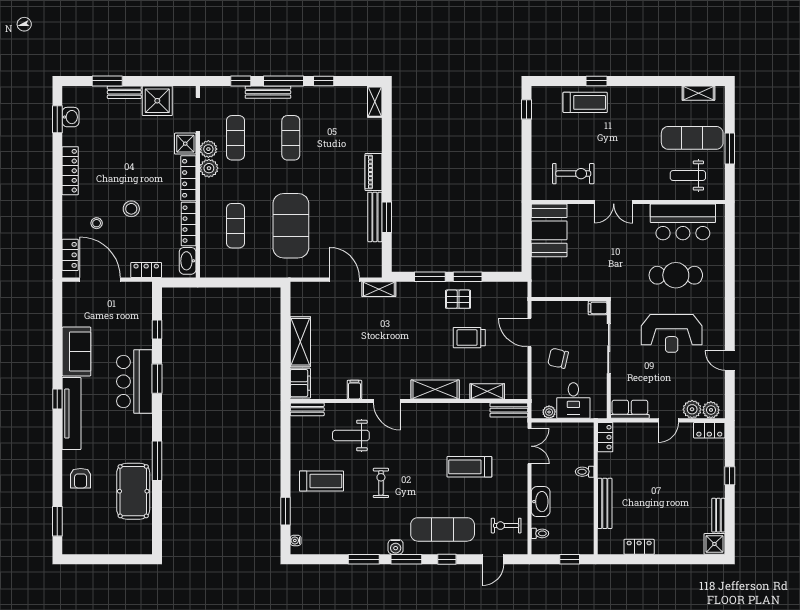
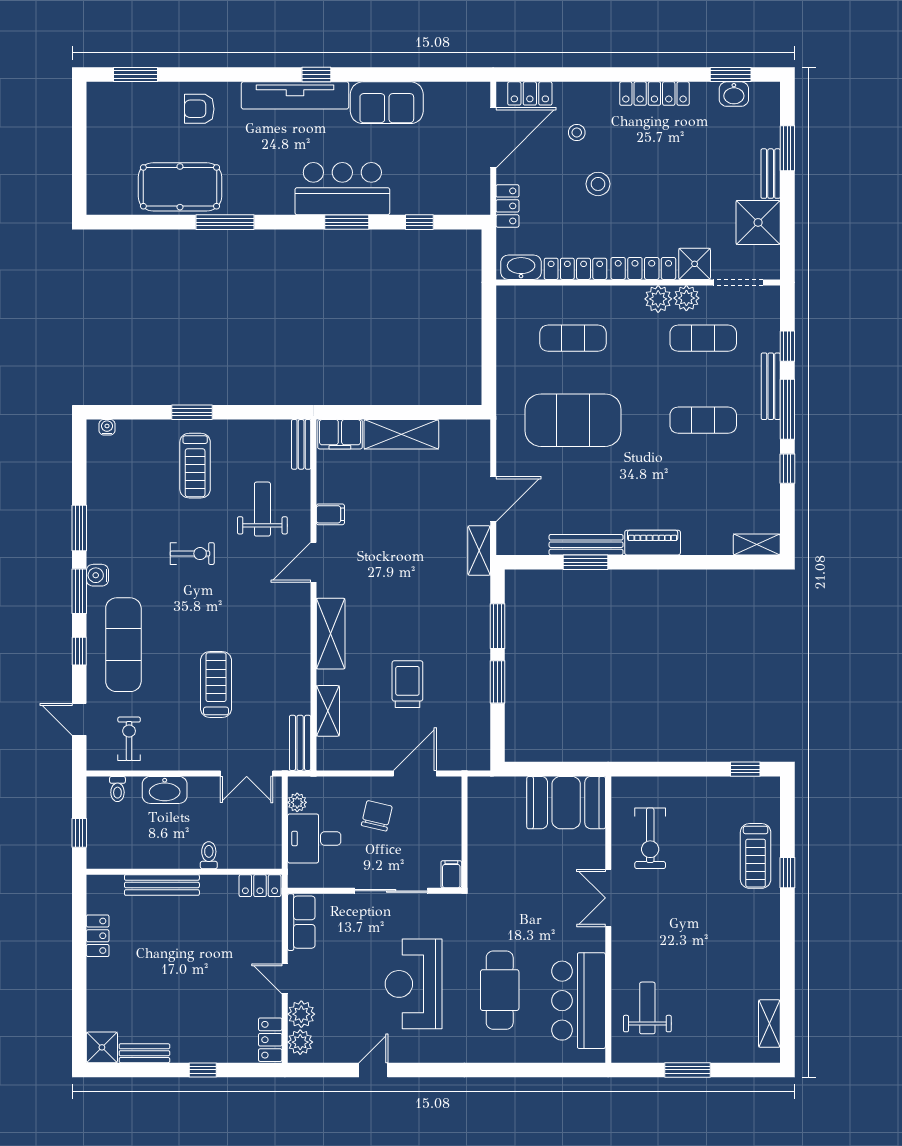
exercise mat: (692, 138) -> (703, 1014), removed
pallet: (458, 299) -> (464, 668), removed
window: (286, 511) -> (192, 412), moved

